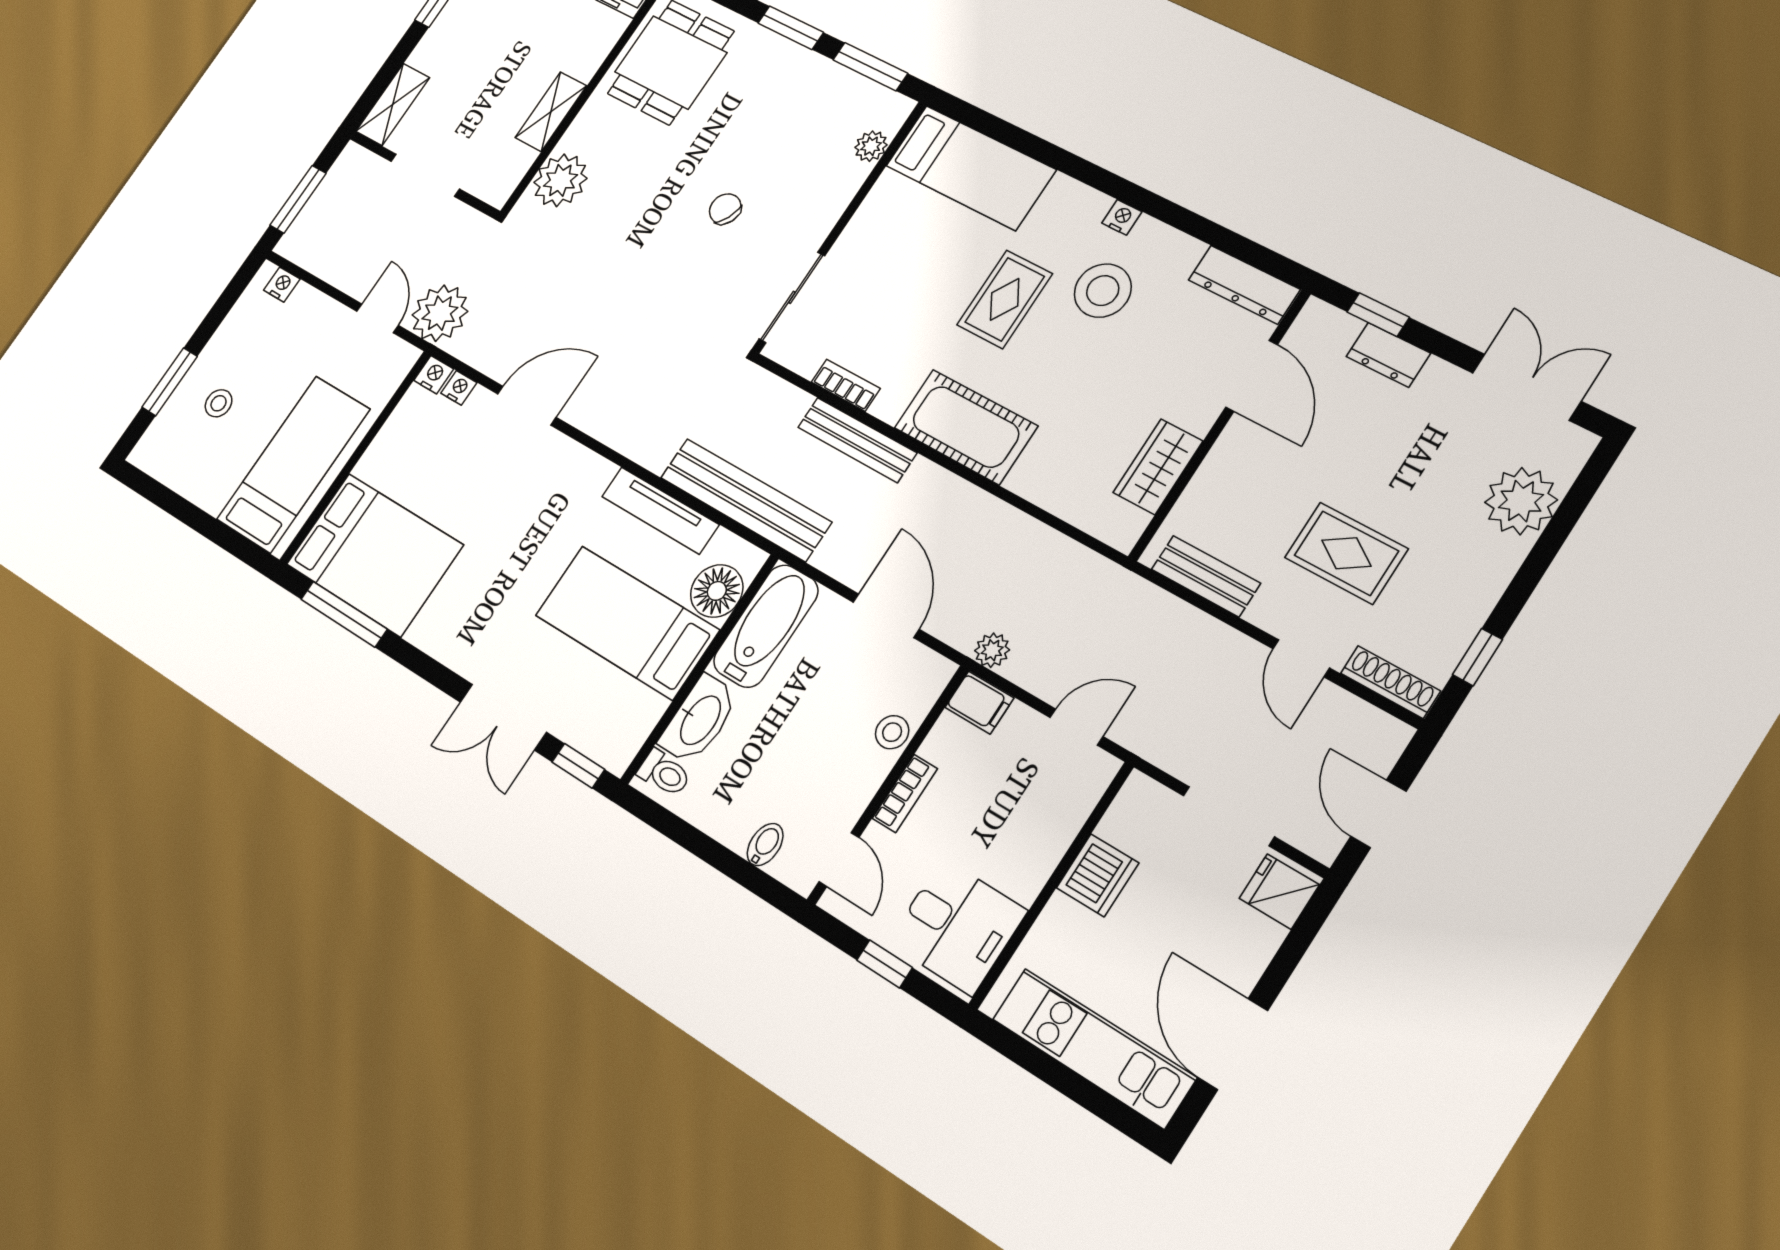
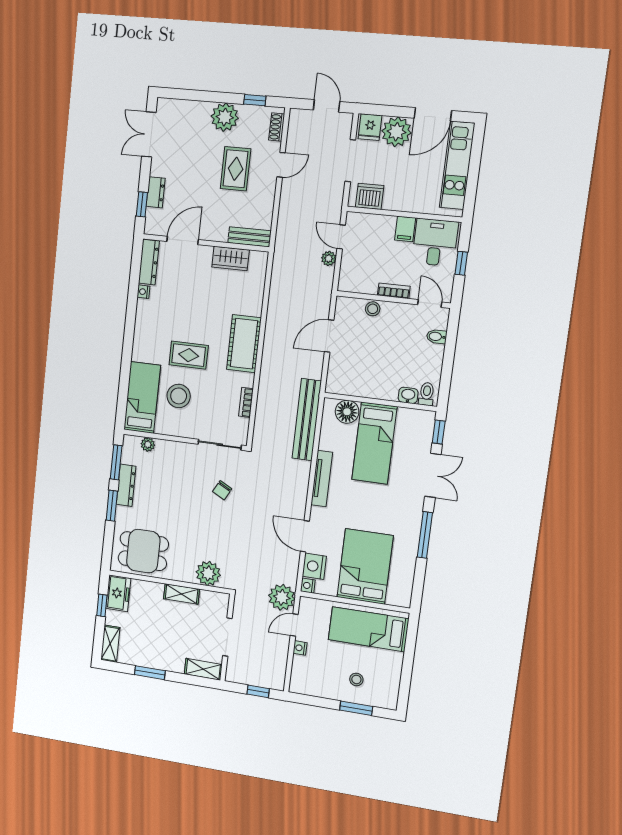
dresser: (815, 72) -> (126, 485), added
window: (298, 199) -> (258, 691), width x0.67
chair: (725, 209) -> (222, 490), moved
nightstand: (1122, 217) -> (143, 292), moved
nightstand: (282, 284) -> (300, 648), moved
stool: (1103, 291) -> (179, 396), moved
nightstand: (459, 388) -> (314, 566), width x1.89, depth x1.79
bench: (857, 440) -> (266, 386), removed
plant: (1521, 501) -> (225, 117), moved
tv unit: (660, 510) -> (322, 479), moved
bed: (374, 555) -> (365, 566), moved
bench: (1206, 576) -> (249, 237), moved, turned 90
window: (344, 614) -> (425, 535), moved
bathtub: (766, 626) -> (353, 383), removed
plant: (992, 650) -> (329, 258), moved
shoe rack: (1390, 682) -> (277, 127), width x0.70
filing cabinet: (979, 703) -> (405, 229), moved, turned 180
washbasin: (699, 720) -> (408, 395), width x0.52, depth x0.69
door: (1378, 814) -> (327, 106), swing flipped
door: (839, 860) -> (430, 303), hinge flipped
dishwasher: (1098, 875) -> (370, 196), moved
plant: (1238, 946) -> (396, 132), added

